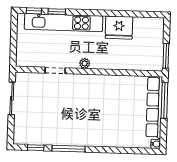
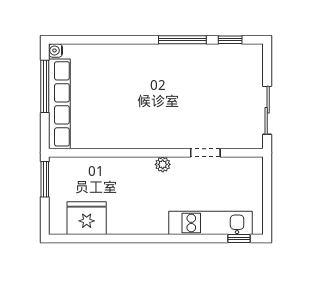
window: (57, 12) -> (206, 239), removed
kitchen unit: (64, 23) -> (210, 223), width x0.73
fridge: (119, 28) -> (87, 218), moved
window: (164, 100) -> (45, 86), moved

